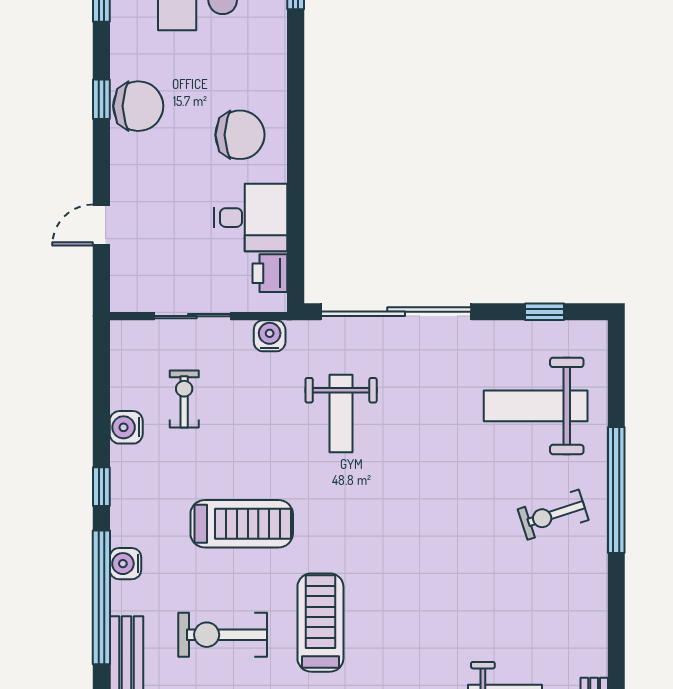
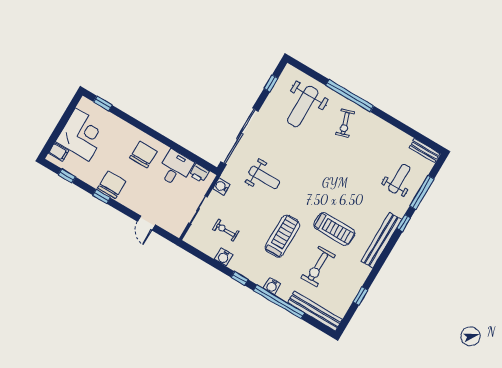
treadmill: (320, 623) -> (334, 229), turned 180

